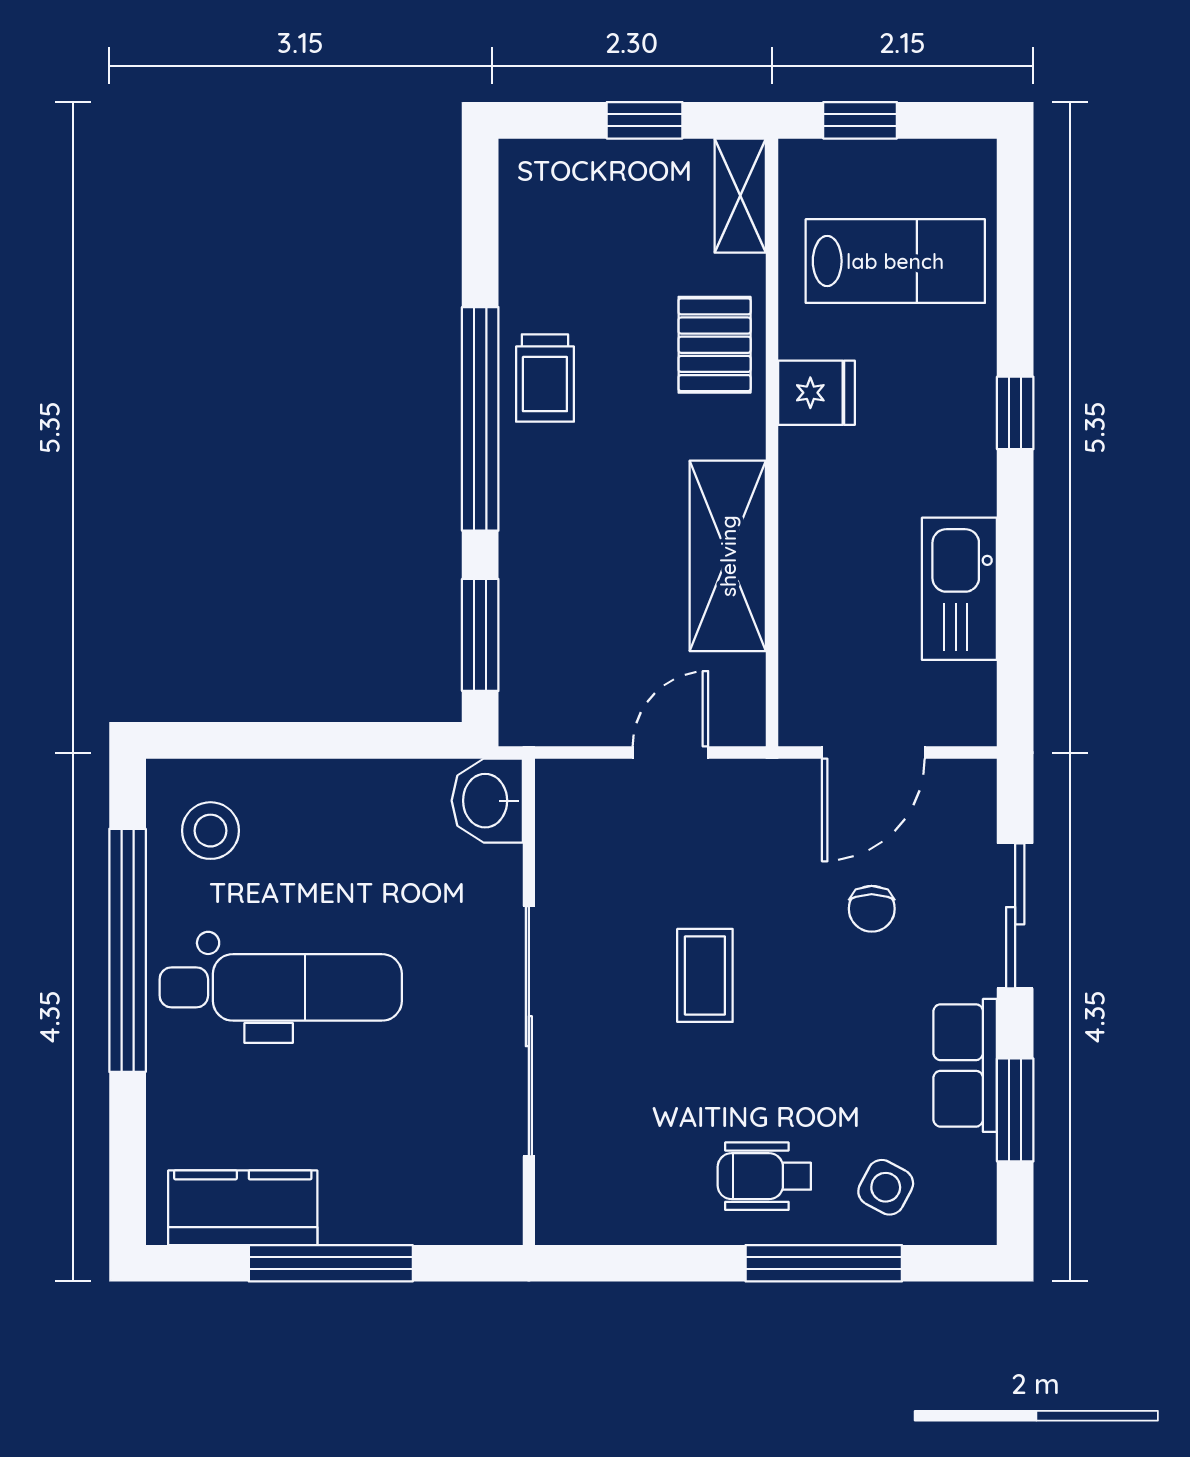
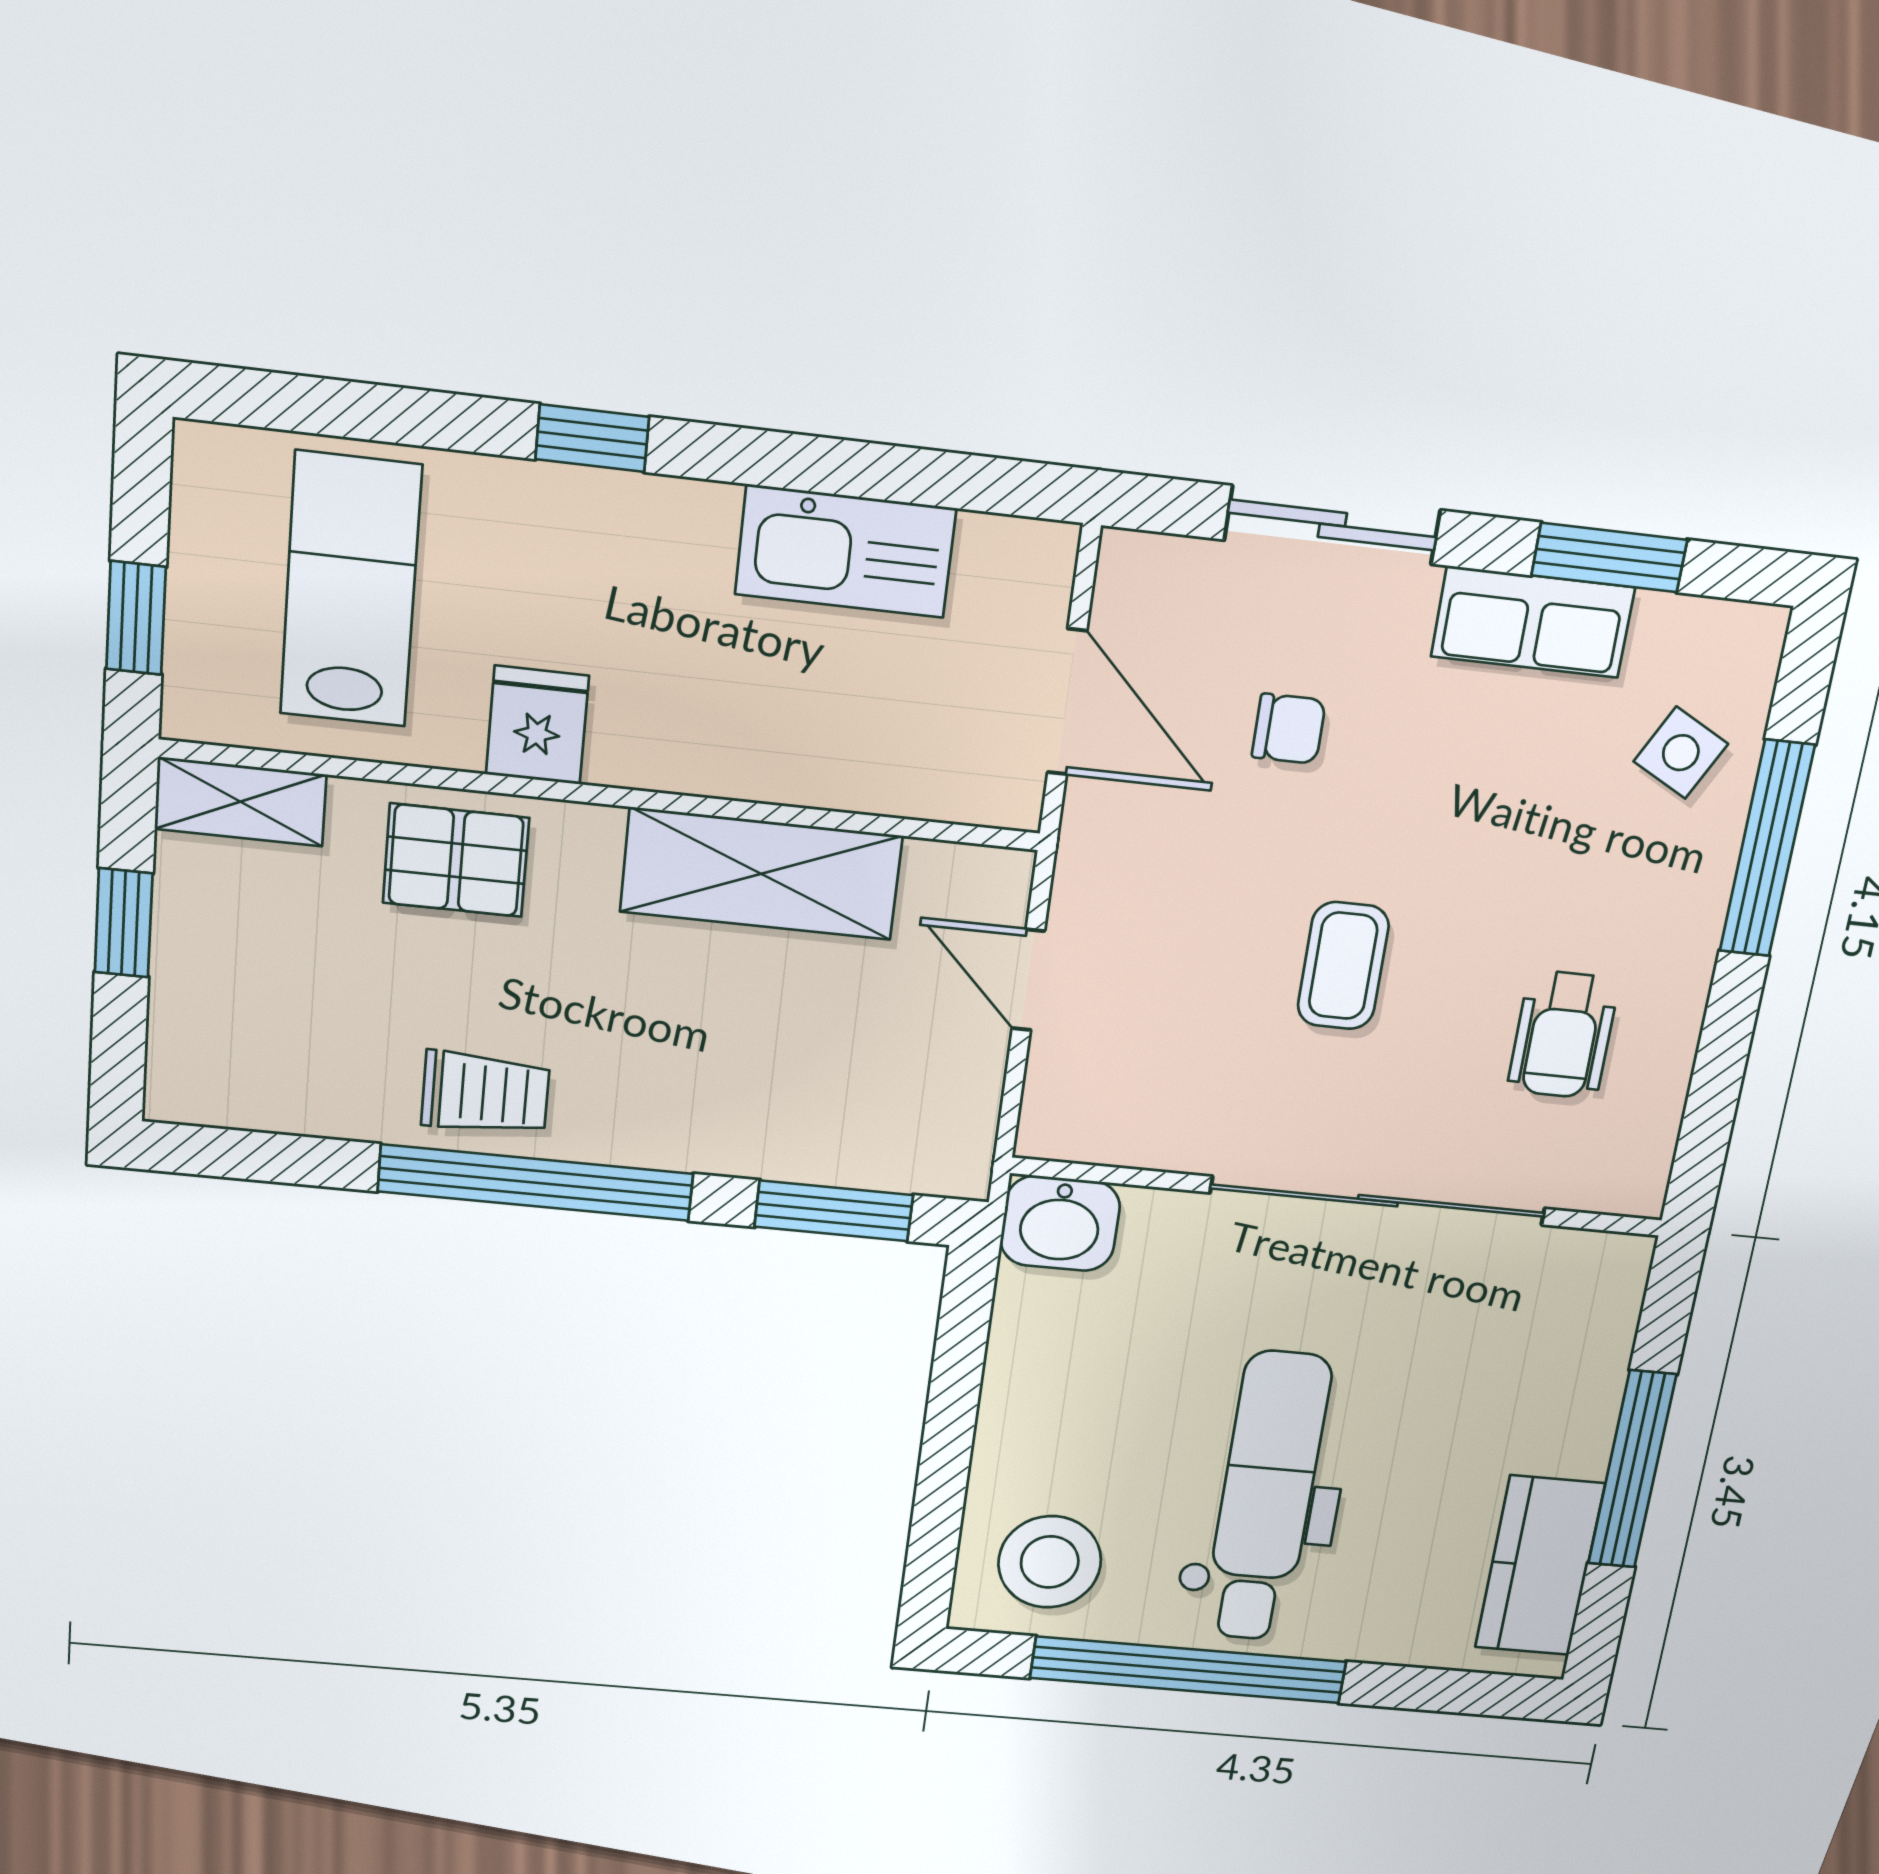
stool: (210, 831) -> (1050, 1562), width x1.38, depth x1.38
coffee table: (705, 975) -> (1343, 966), turned 90
wheelchair: (764, 1176) -> (1563, 1035), moved

